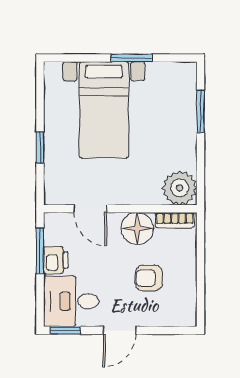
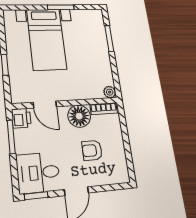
plant: (180, 188) -> (110, 92), width x0.53, depth x0.53
printer: (56, 260) -> (21, 118), moved

